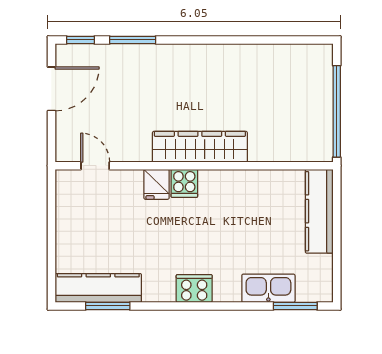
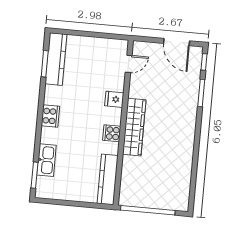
cooker: (184, 183) -> (112, 133), moved
kitchen counter: (319, 211) -> (108, 179), moved, turned -90

